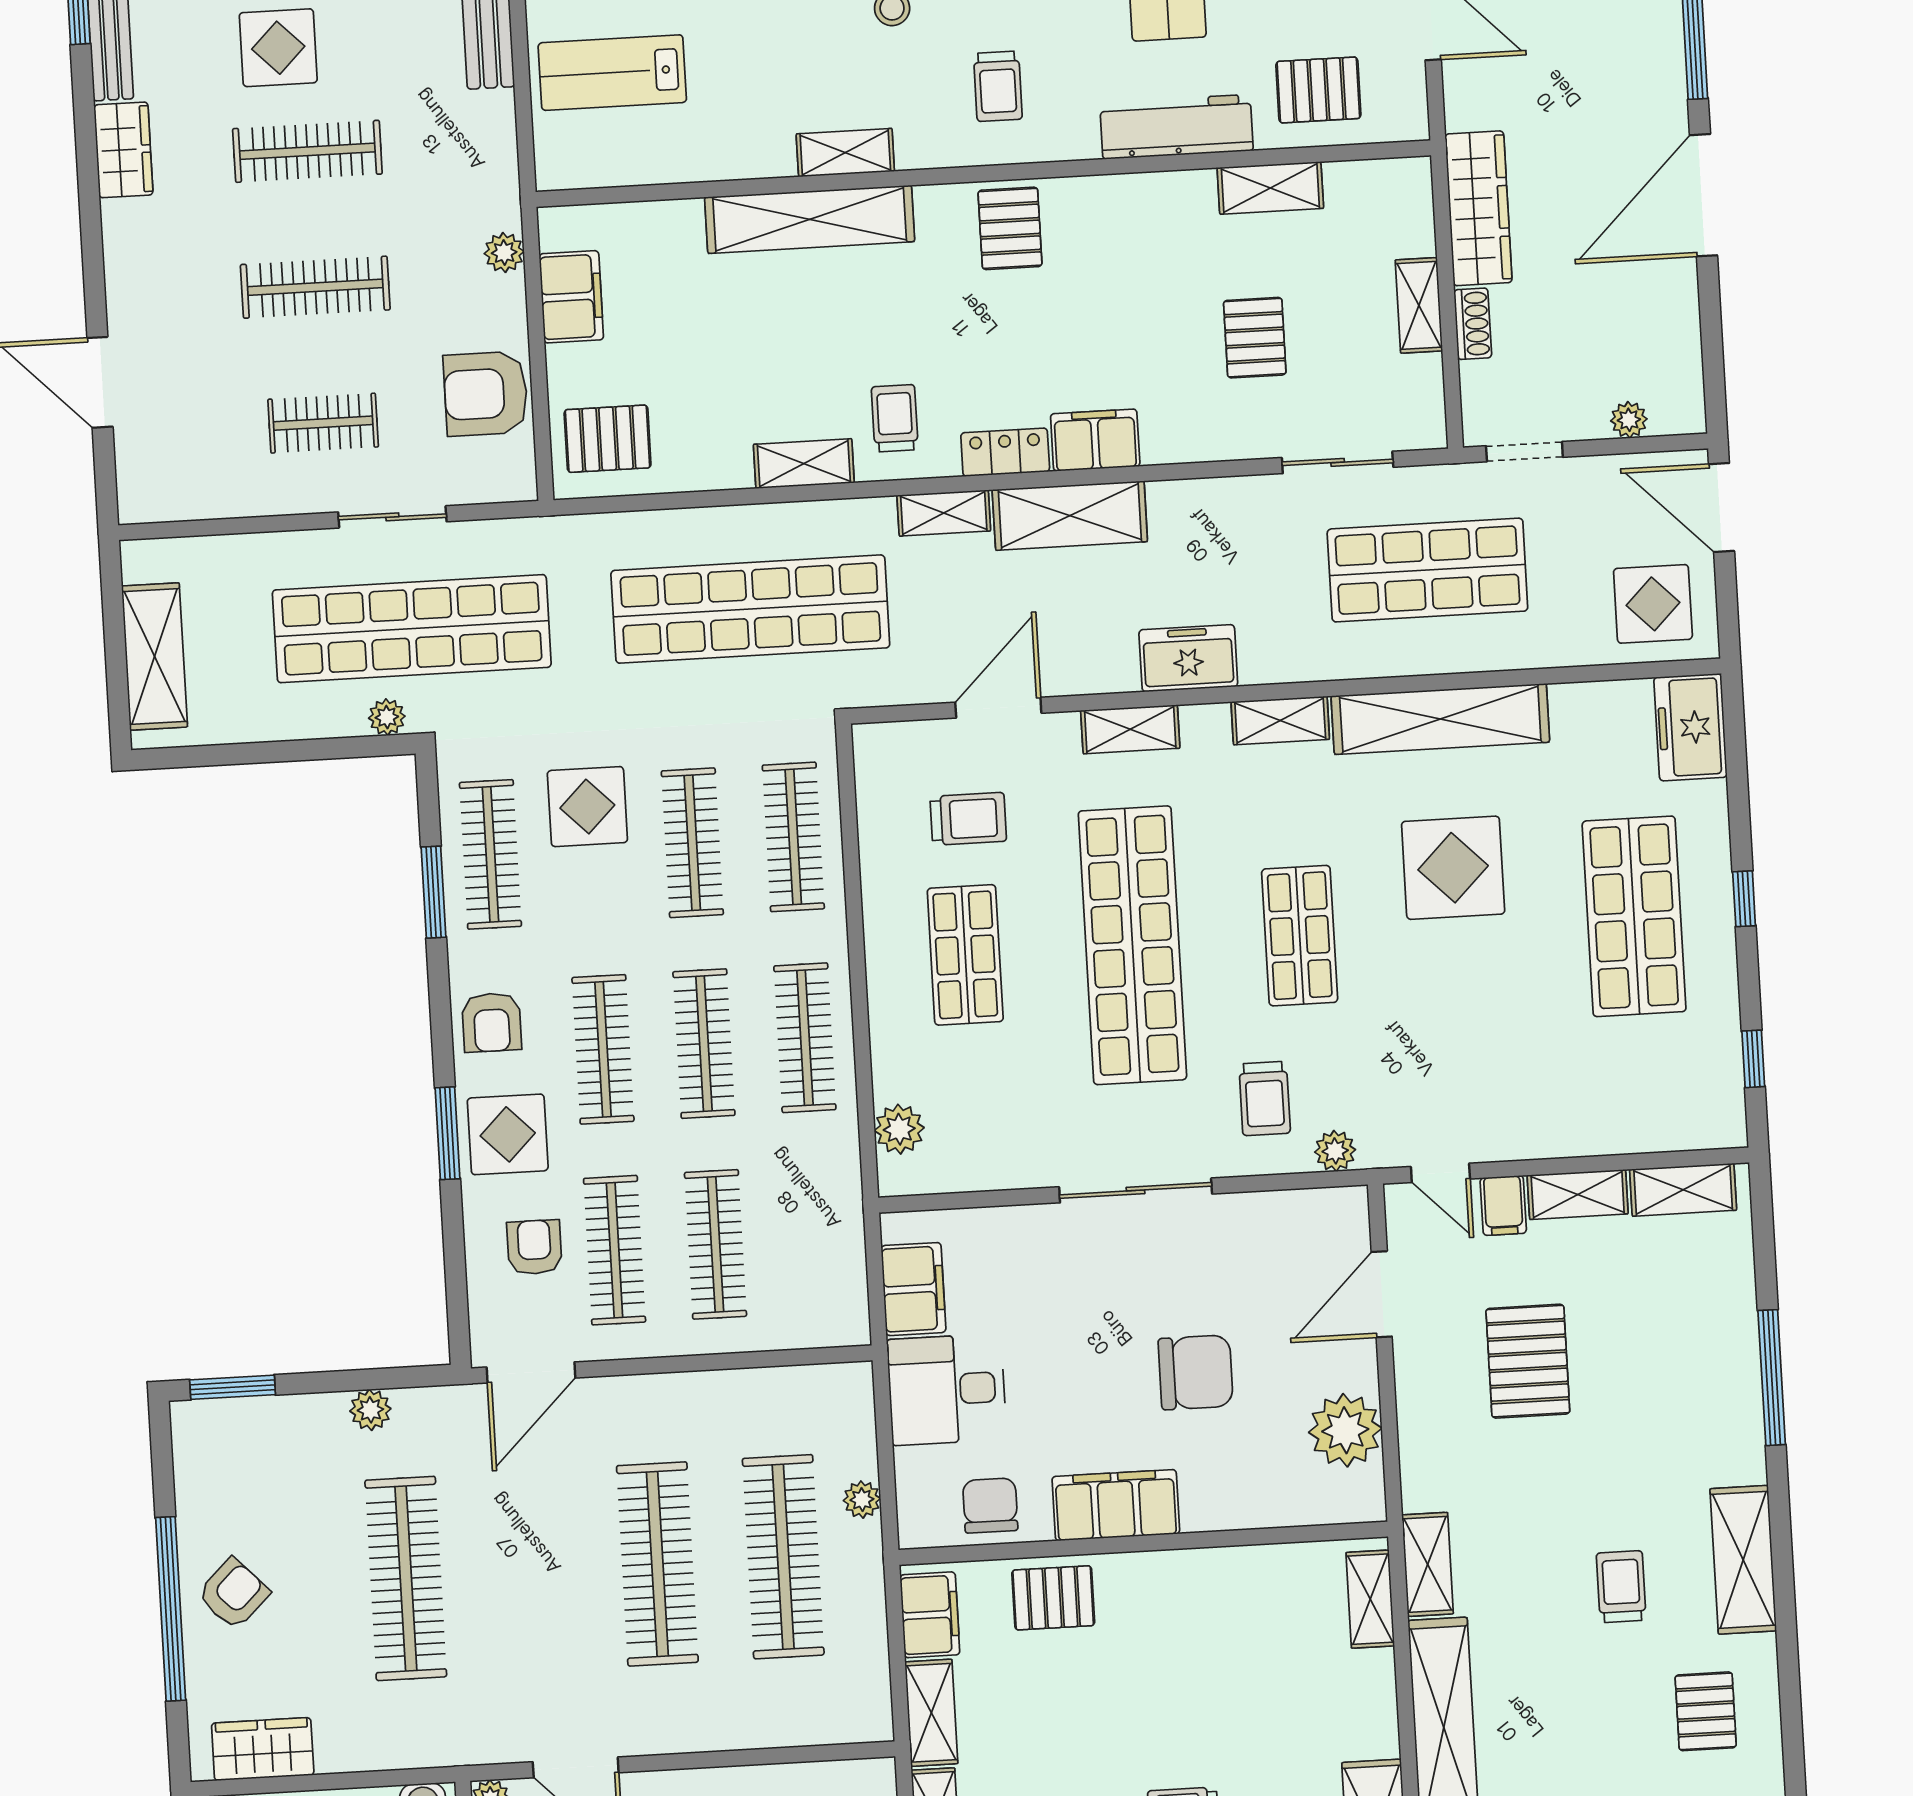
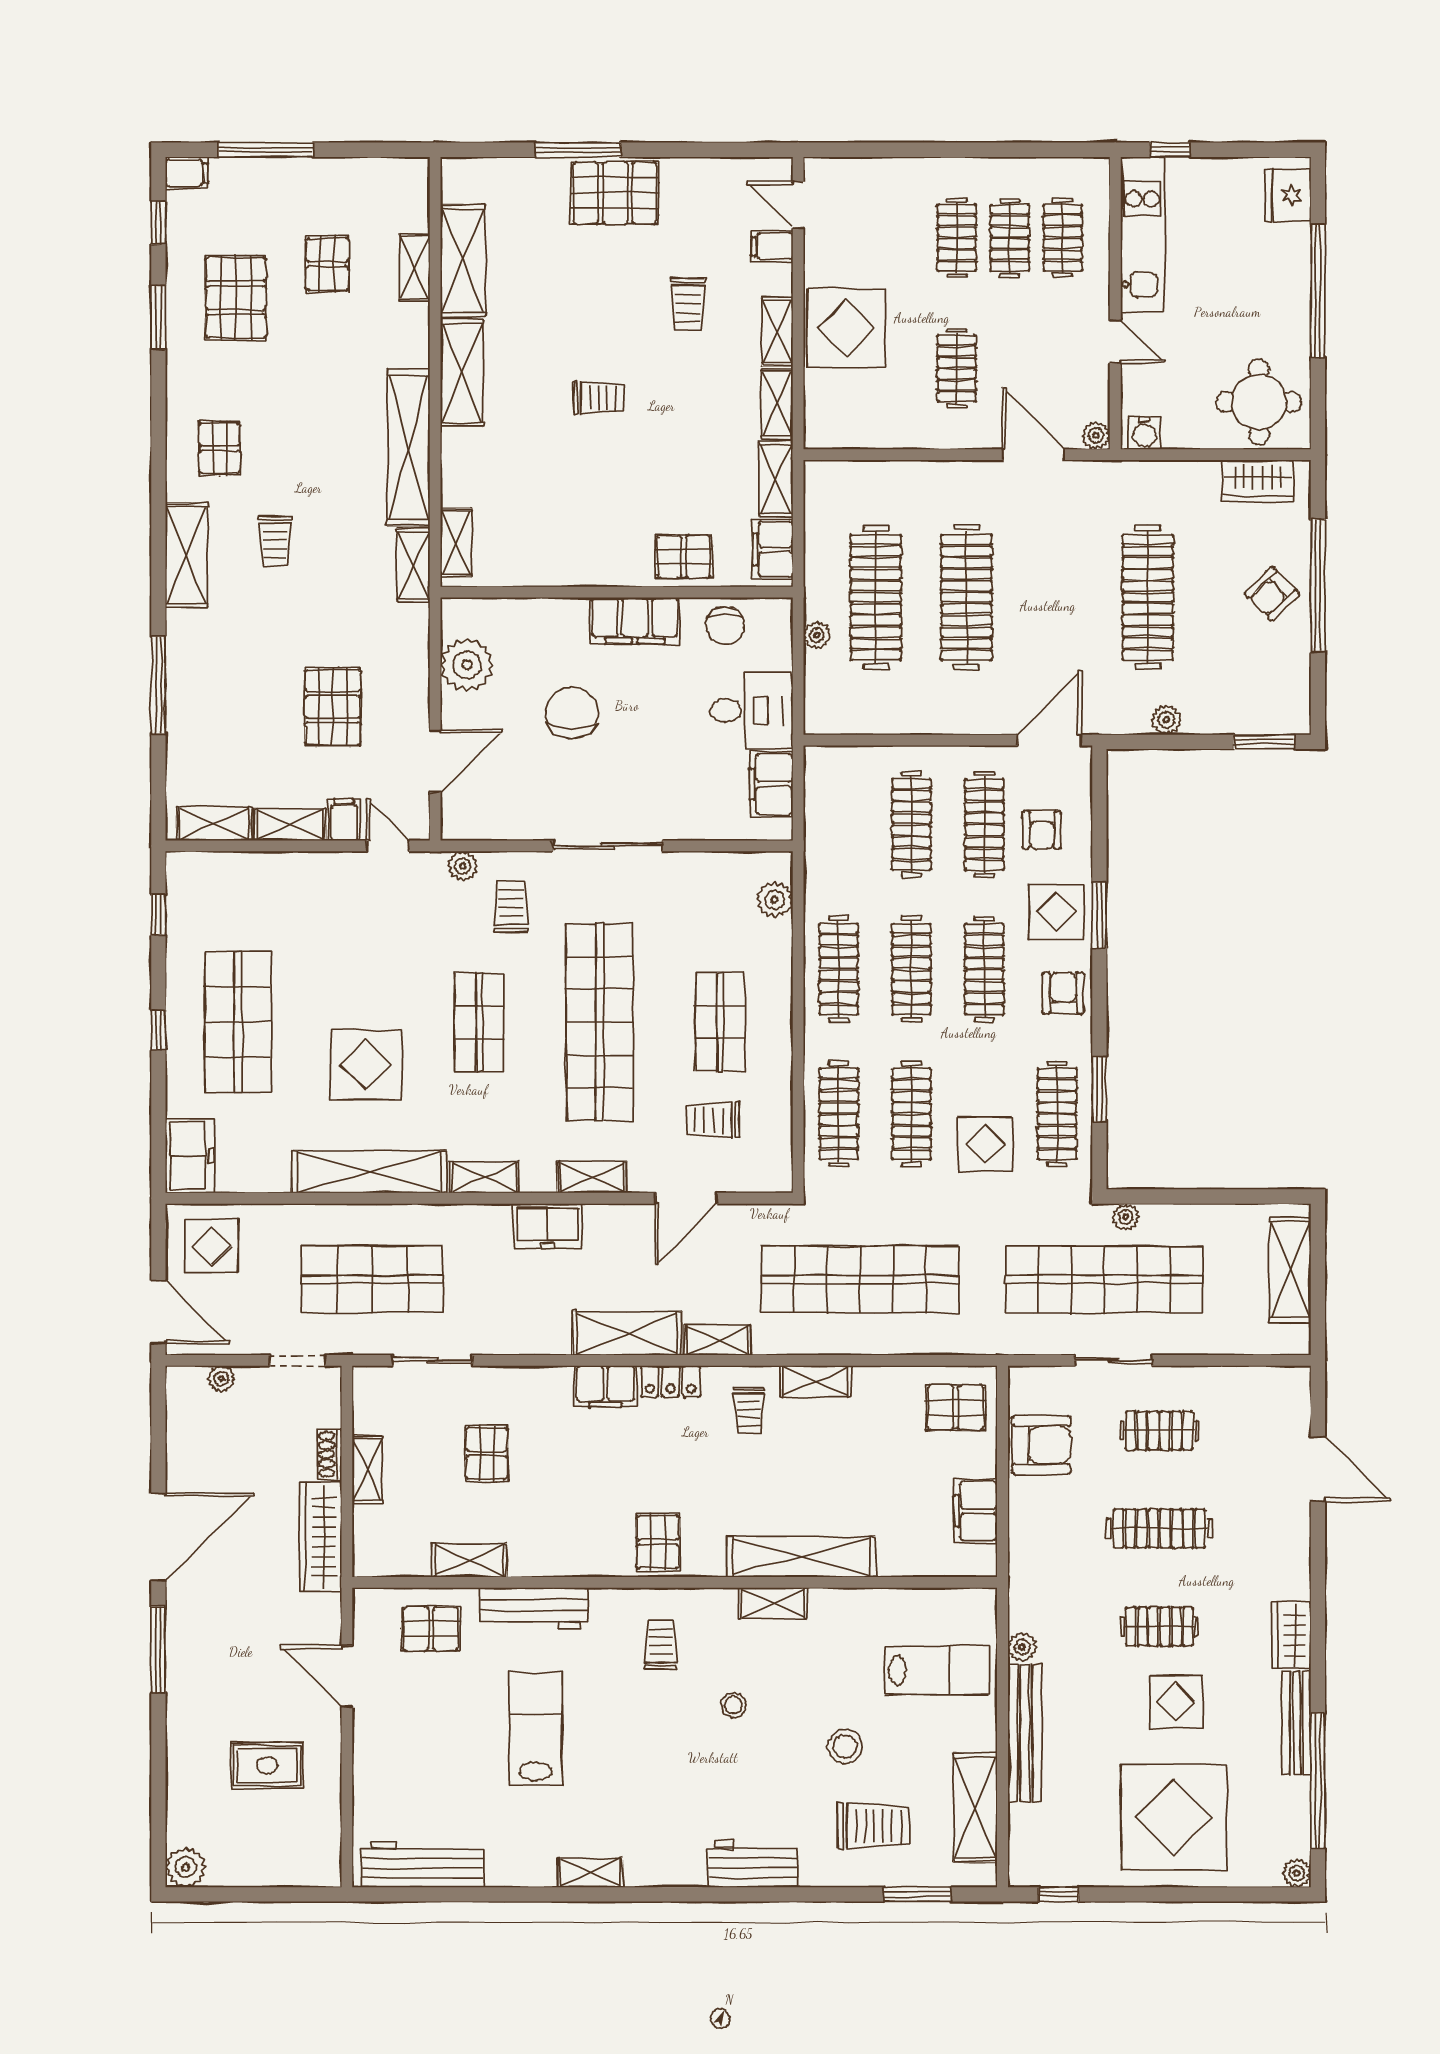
clothes rail: (307, 151) -> (1159, 1626), width x0.73
plant: (504, 253) -> (1022, 1647), moved
chair: (1196, 1372) -> (572, 713), turned 90

